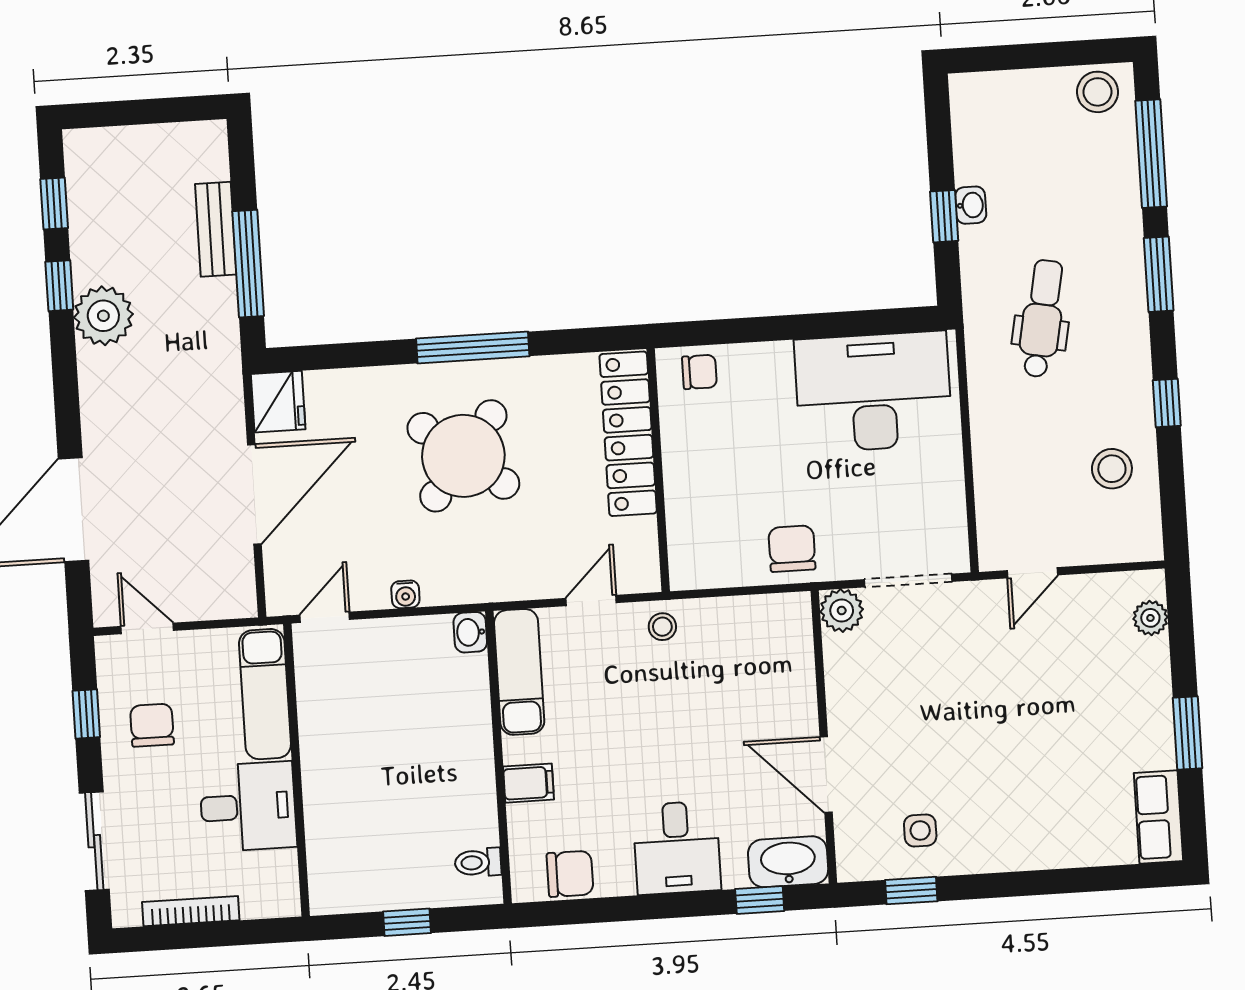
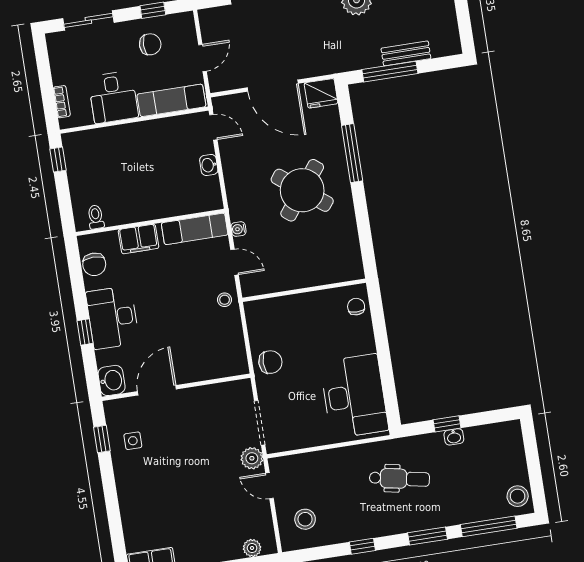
window: (473, 347) -> (352, 153), moved
chair: (699, 372) -> (356, 307), turned 180
locker: (628, 434) -> (321, 273), removed
stool: (1112, 469) -> (305, 519), moved
water cooler: (405, 594) -> (239, 229), moved
plant: (842, 611) -> (252, 458), moved
door: (147, 628) -> (203, 58), moved
washbasin: (470, 632) -> (209, 165), moved, turned -90
filing cabinet: (529, 783) -> (139, 239), width x2.00
desk: (677, 848) -> (113, 318), width x1.37
washbasin: (788, 862) -> (112, 380), width x0.72
window: (760, 900) -> (85, 332), moved
bookcase: (191, 911) -> (62, 102), moved, width x0.64
window: (407, 922) -> (58, 160), moved

